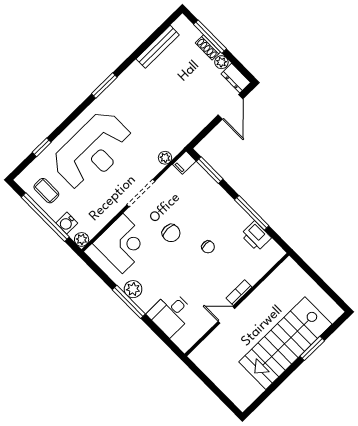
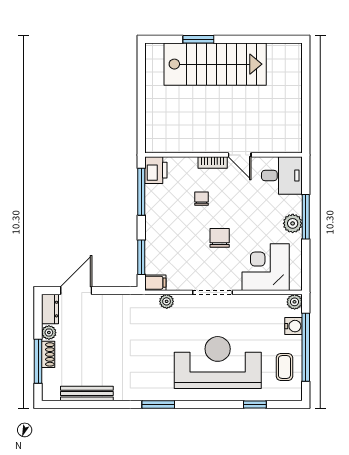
bookcase: (239, 293) -> (213, 163), moved
wall: (237, 305) -> (223, 155), moved
door: (226, 315) -> (240, 155), moved

